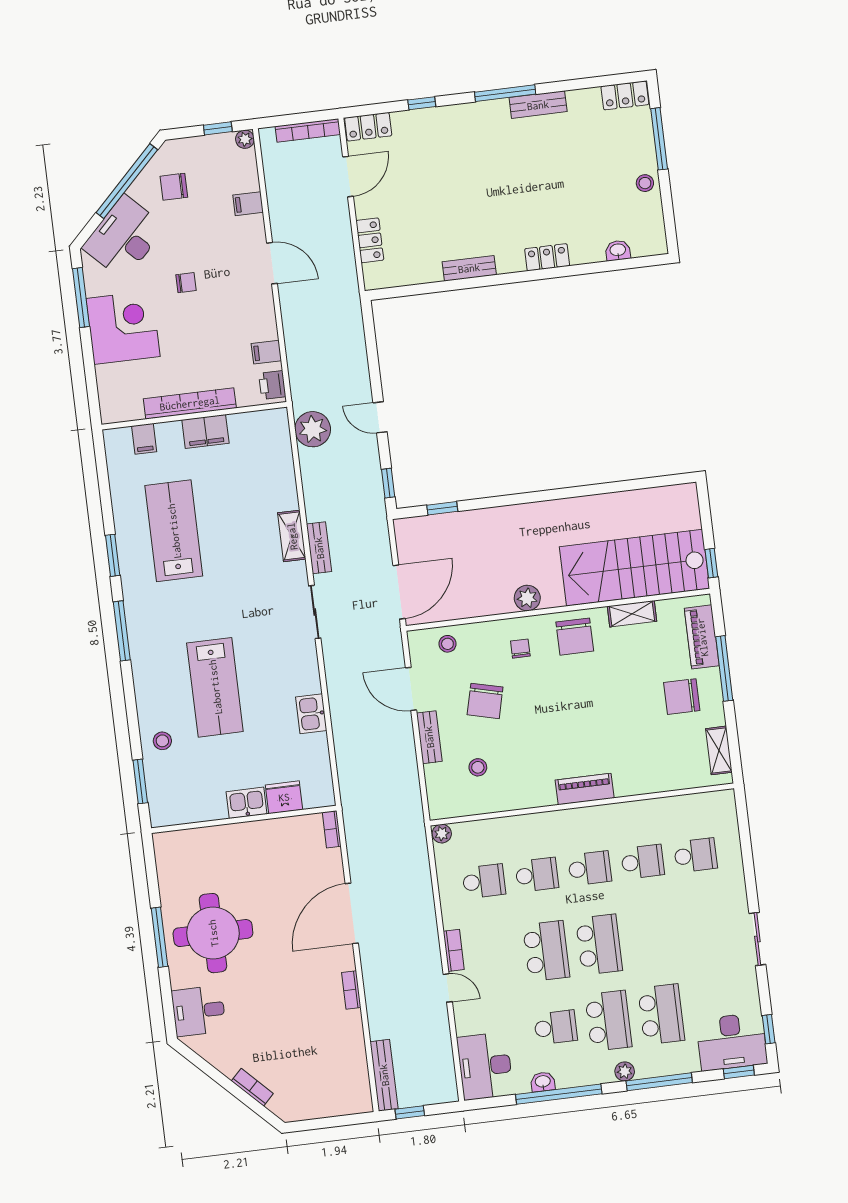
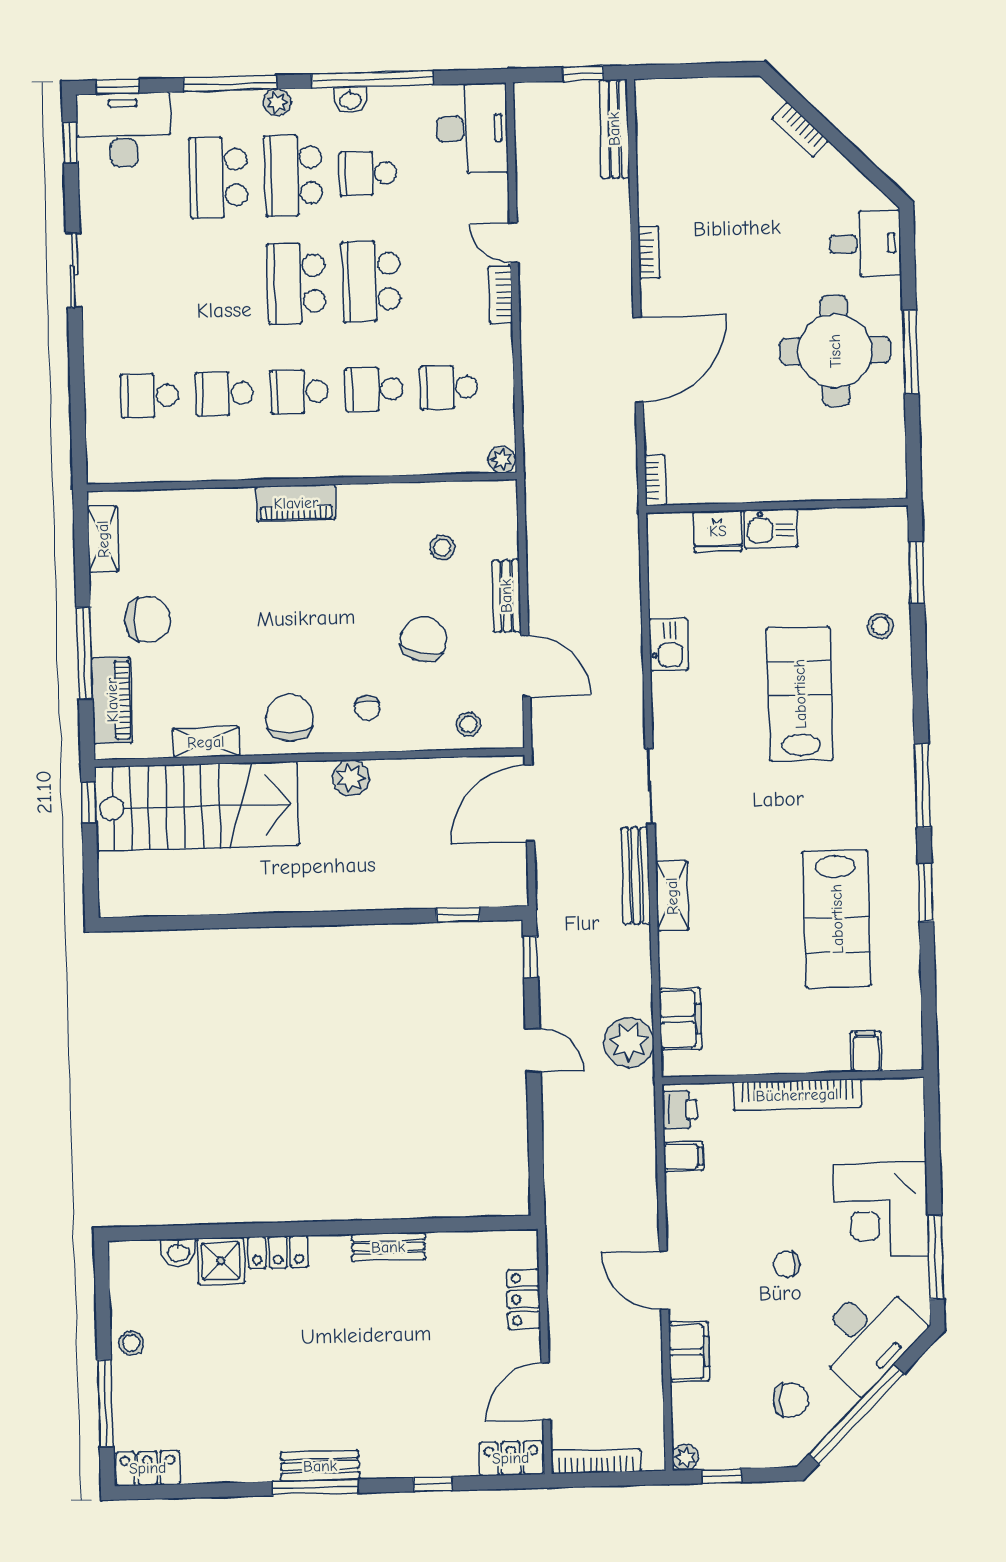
bench: (538, 105) -> (320, 1466), moved
filing cabinet: (248, 204) -> (689, 1352), width x2.00
shower: (587, 247) -> (221, 1261), added
filing cabinet: (205, 431) -> (680, 1019), moved, turned 90
bench: (319, 548) -> (636, 876), width x1.36
washbasin: (543, 1082) -> (350, 100), moved

